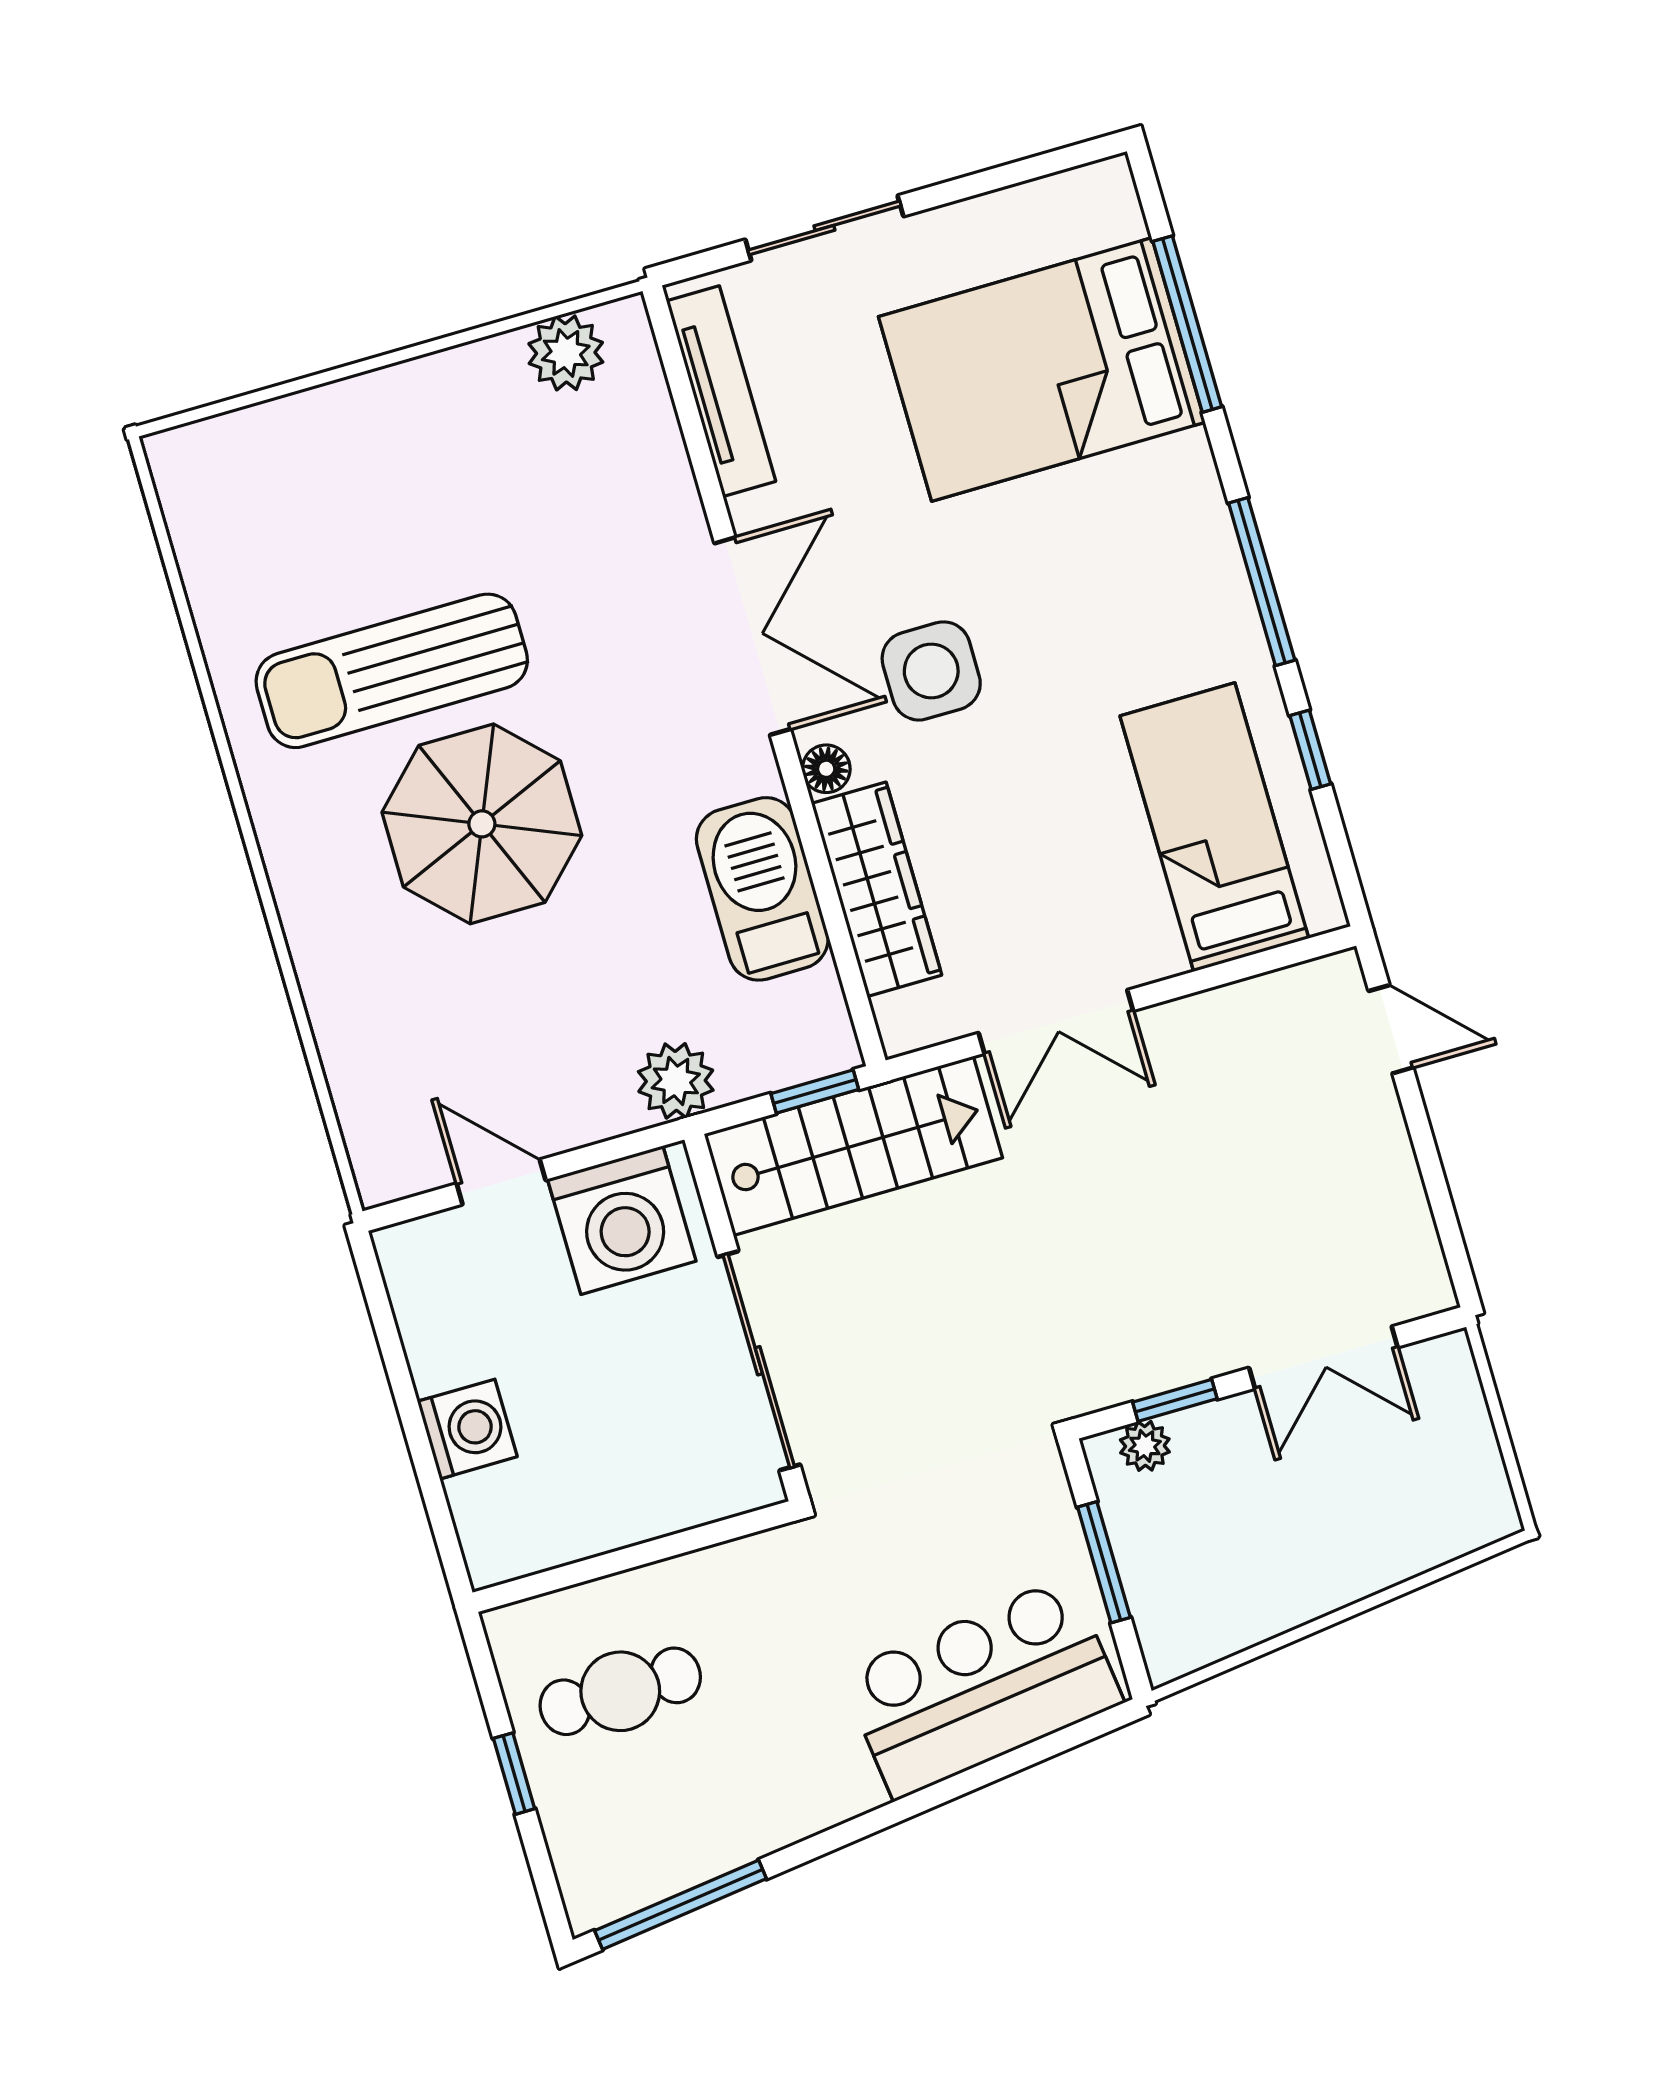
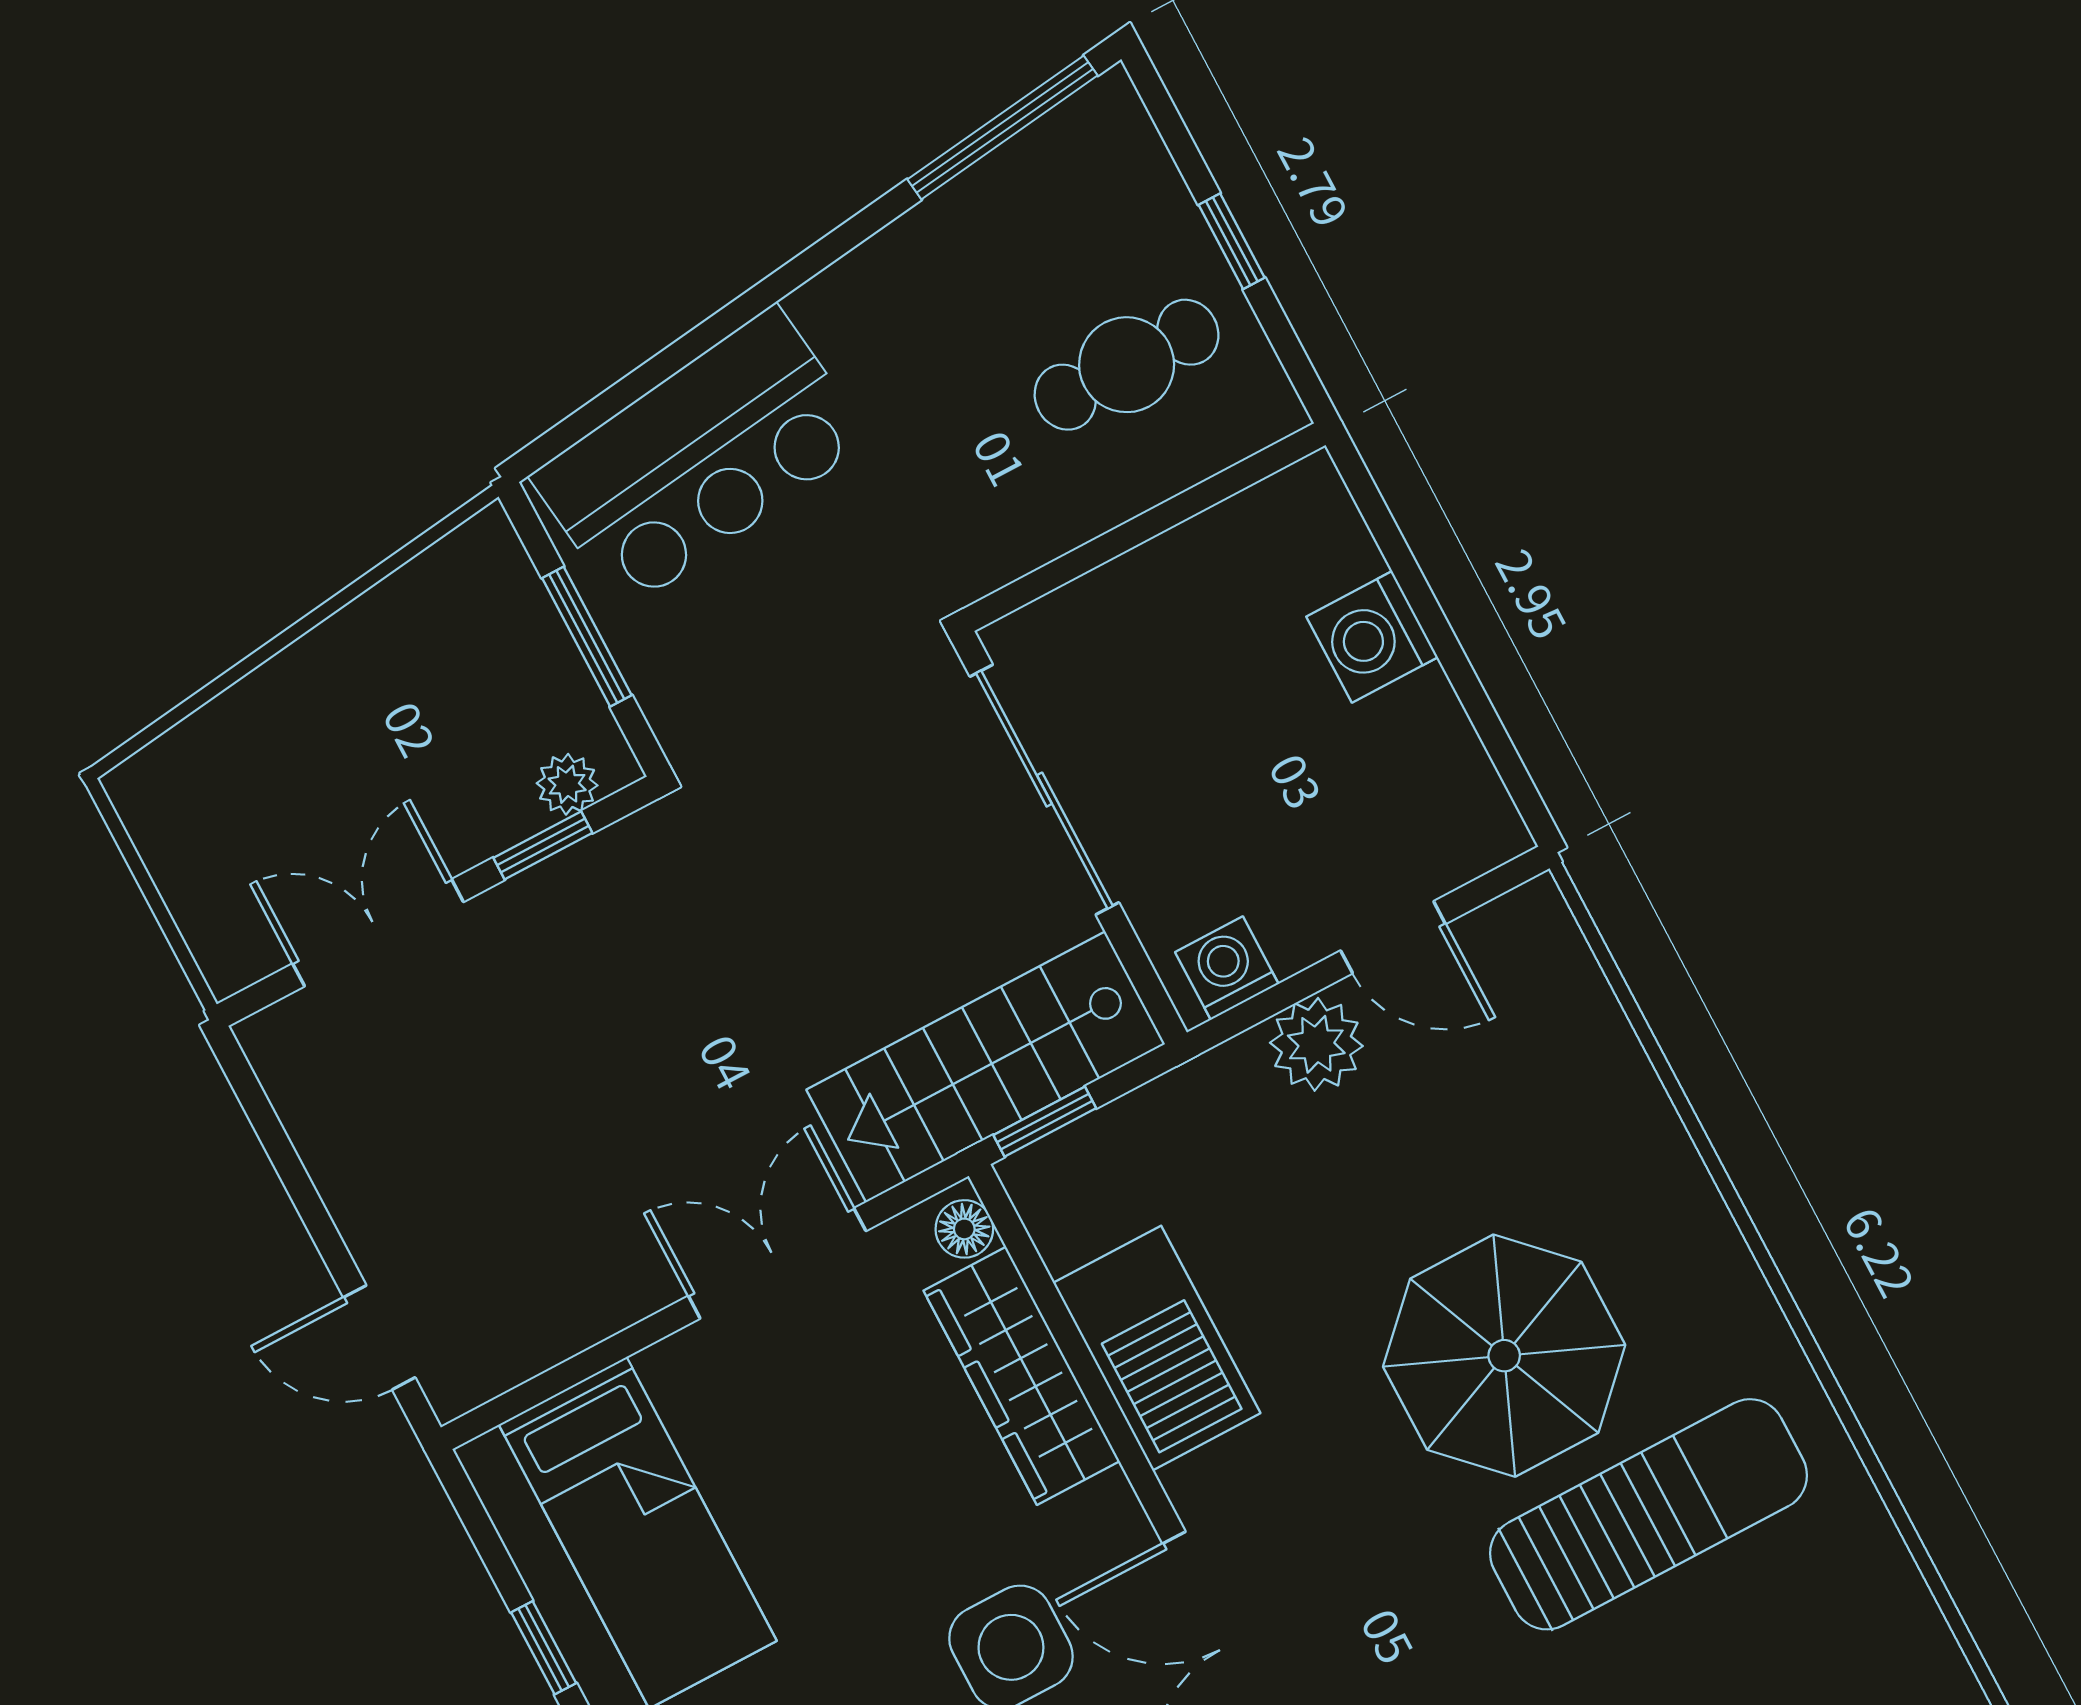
floor lamp: (826, 769) -> (964, 1229), moved
plant: (676, 1081) -> (1316, 1044), moved
washing machine: (622, 1220) -> (1227, 968), width x0.53, depth x0.53

